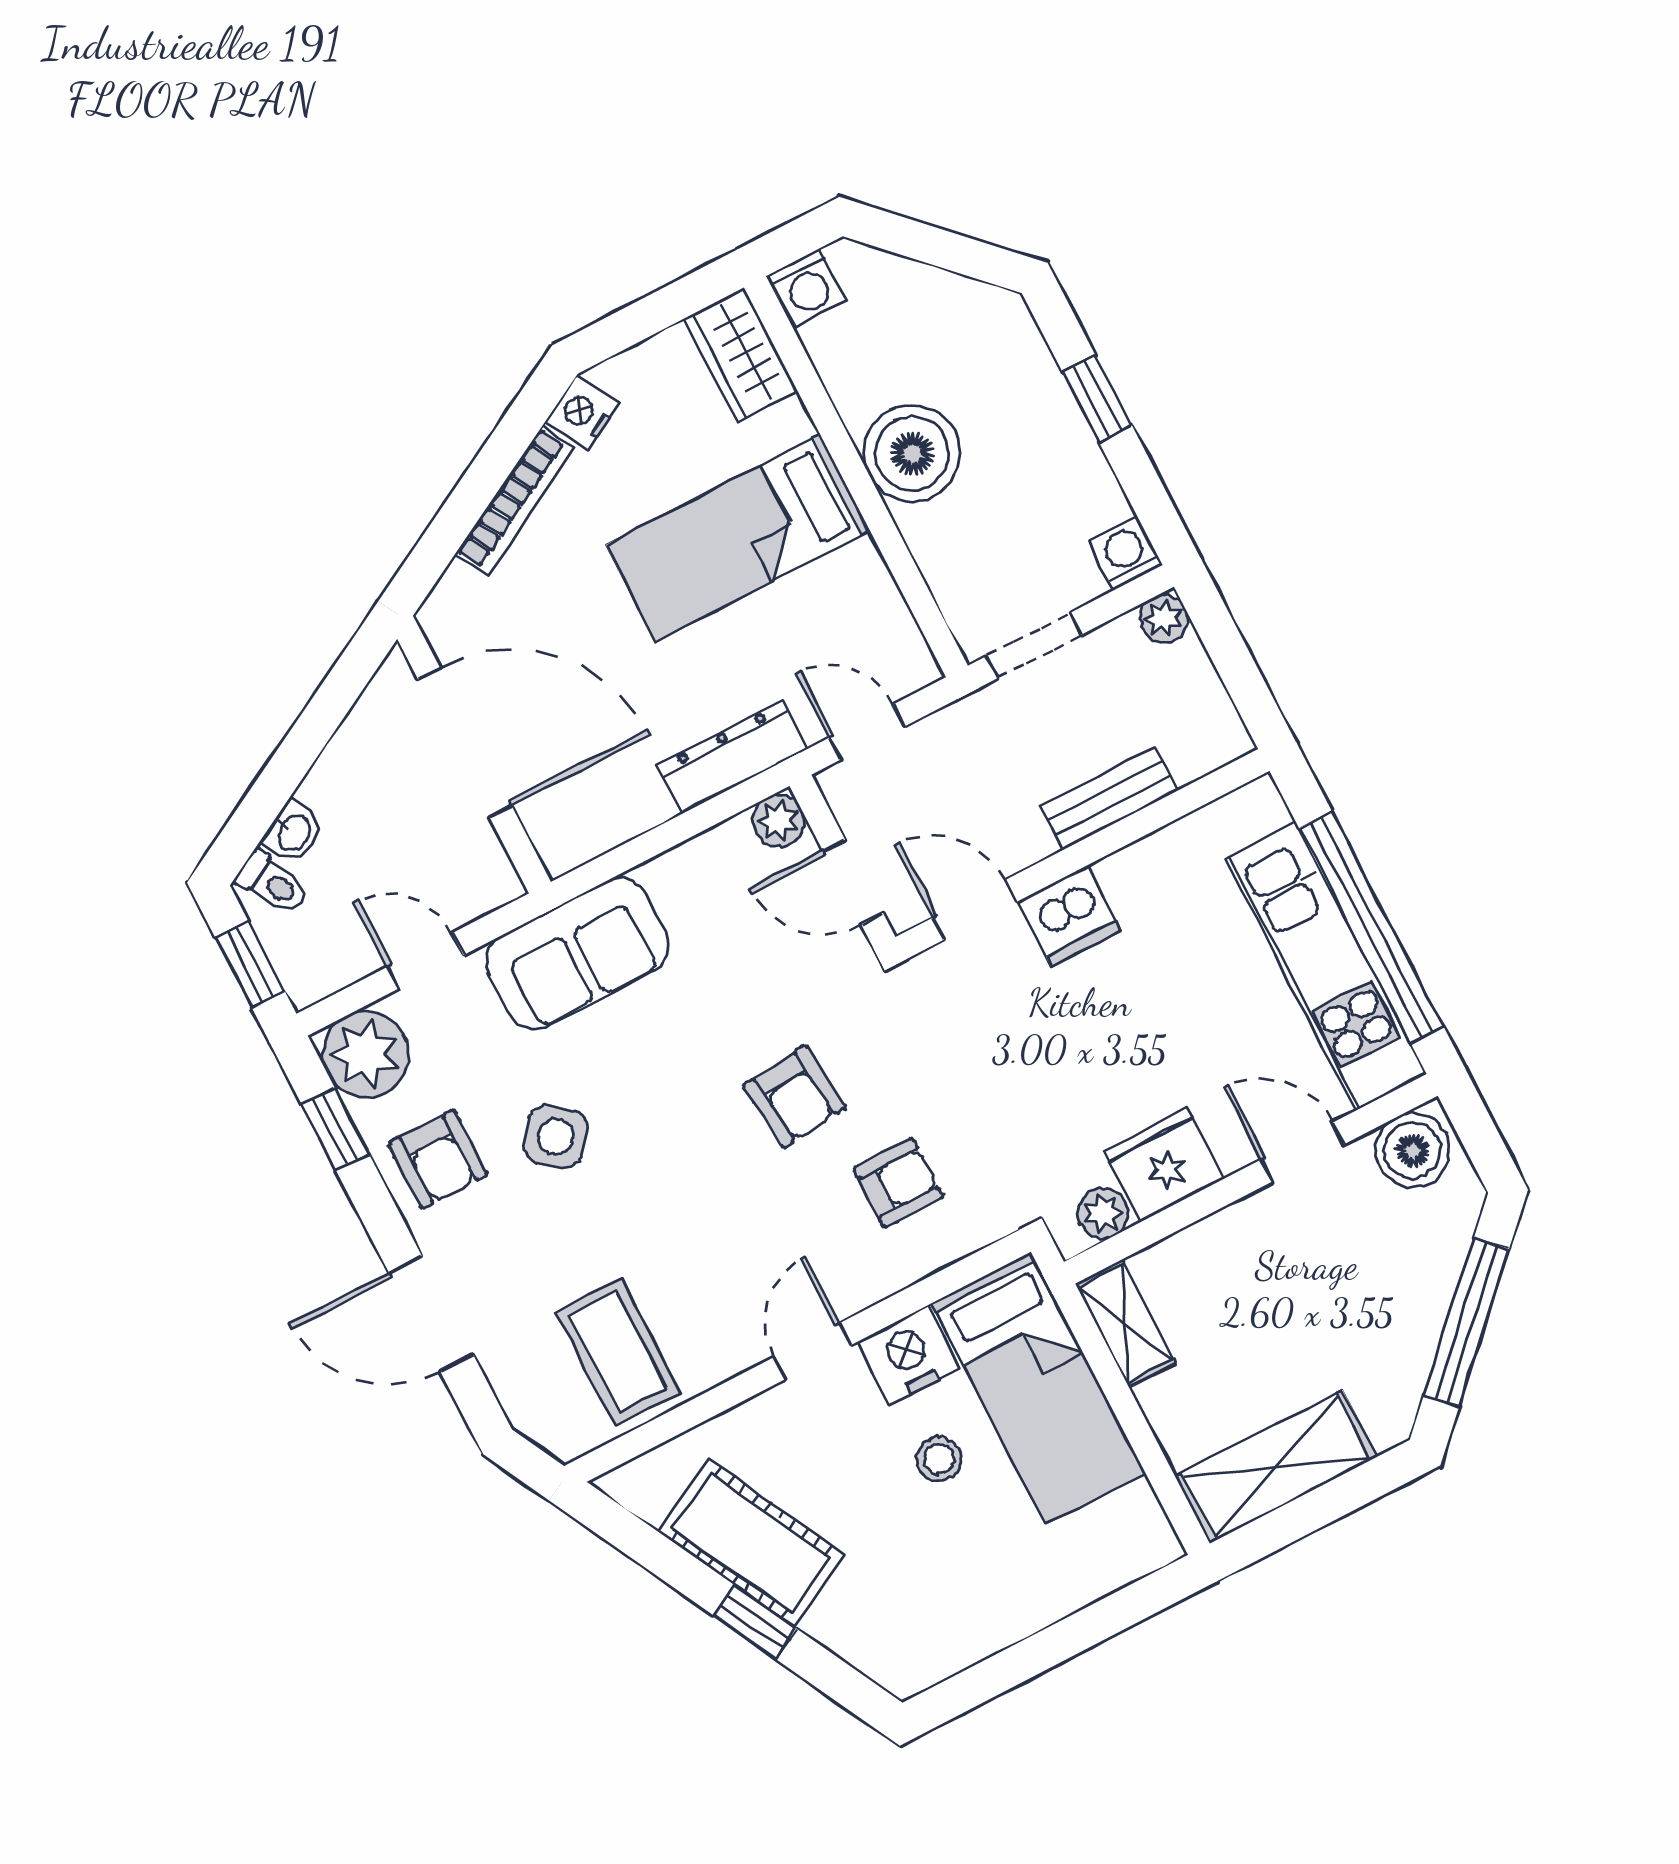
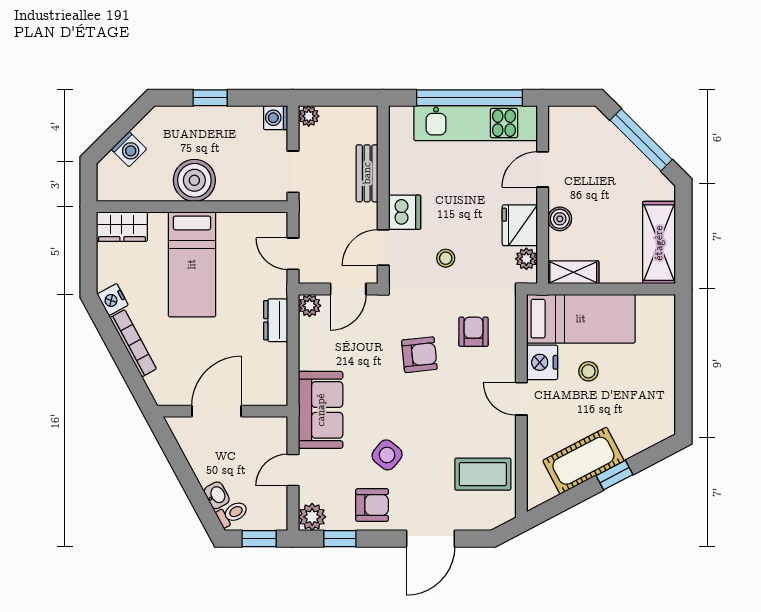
washing machine: (807, 287) -> (129, 149), moved, turned 45
door: (867, 732) -> (293, 254), hinge flipped
door: (465, 743) -> (217, 411), width x0.73
dresser: (732, 757) -> (276, 320), width x0.70
stool: (1019, 1048) -> (446, 258), added
plant: (366, 1054) -> (312, 517), width x0.73, depth x0.73
boiler: (1413, 1150) -> (560, 219), moved, width x0.73, depth x0.73

